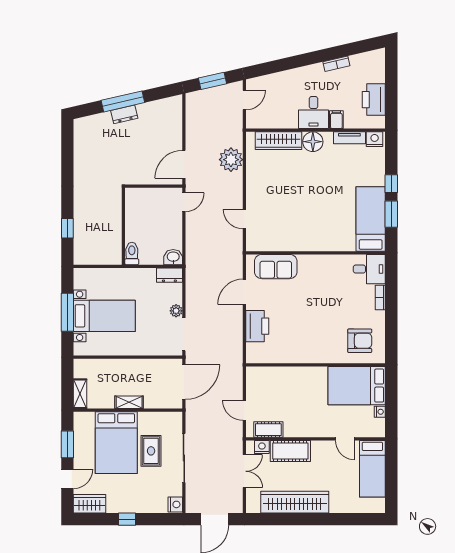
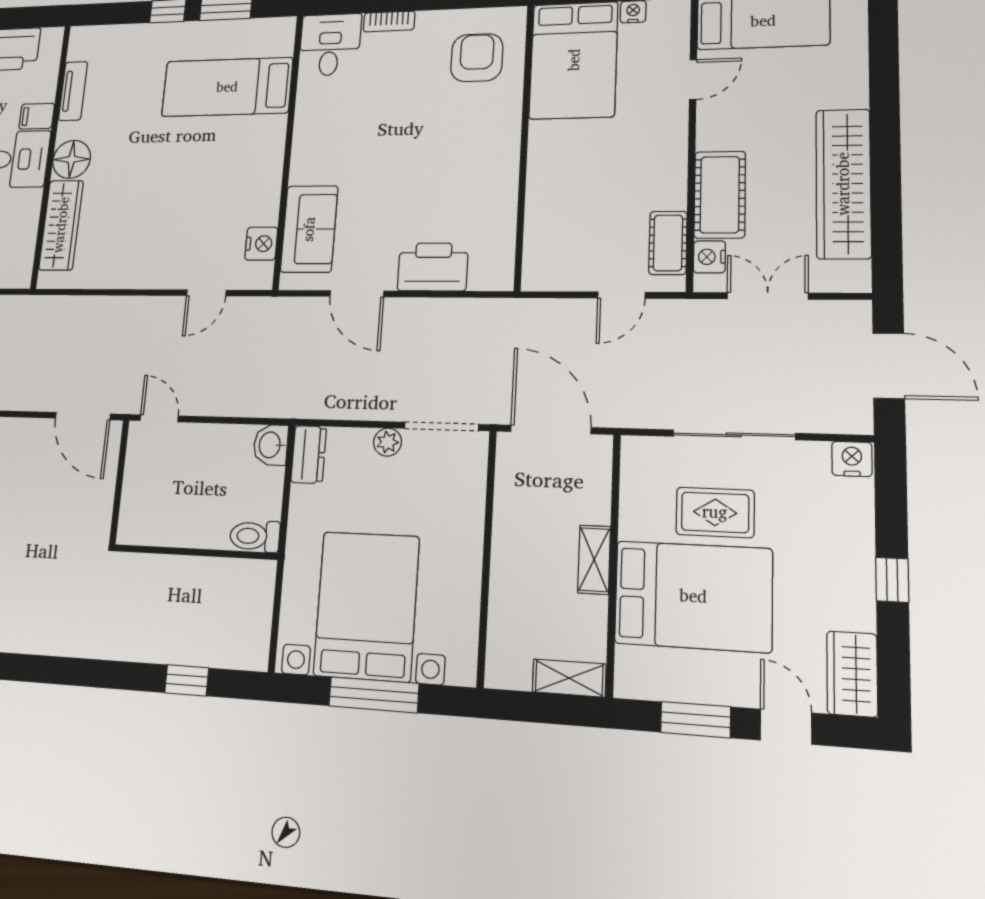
nightstand: (375, 139) -> (261, 244), moved, turned 180
plant: (231, 160) -> (86, 319), removed
bed: (371, 219) -> (227, 87), moved
bed with nightstands: (104, 316) -> (366, 606), width x1.36

